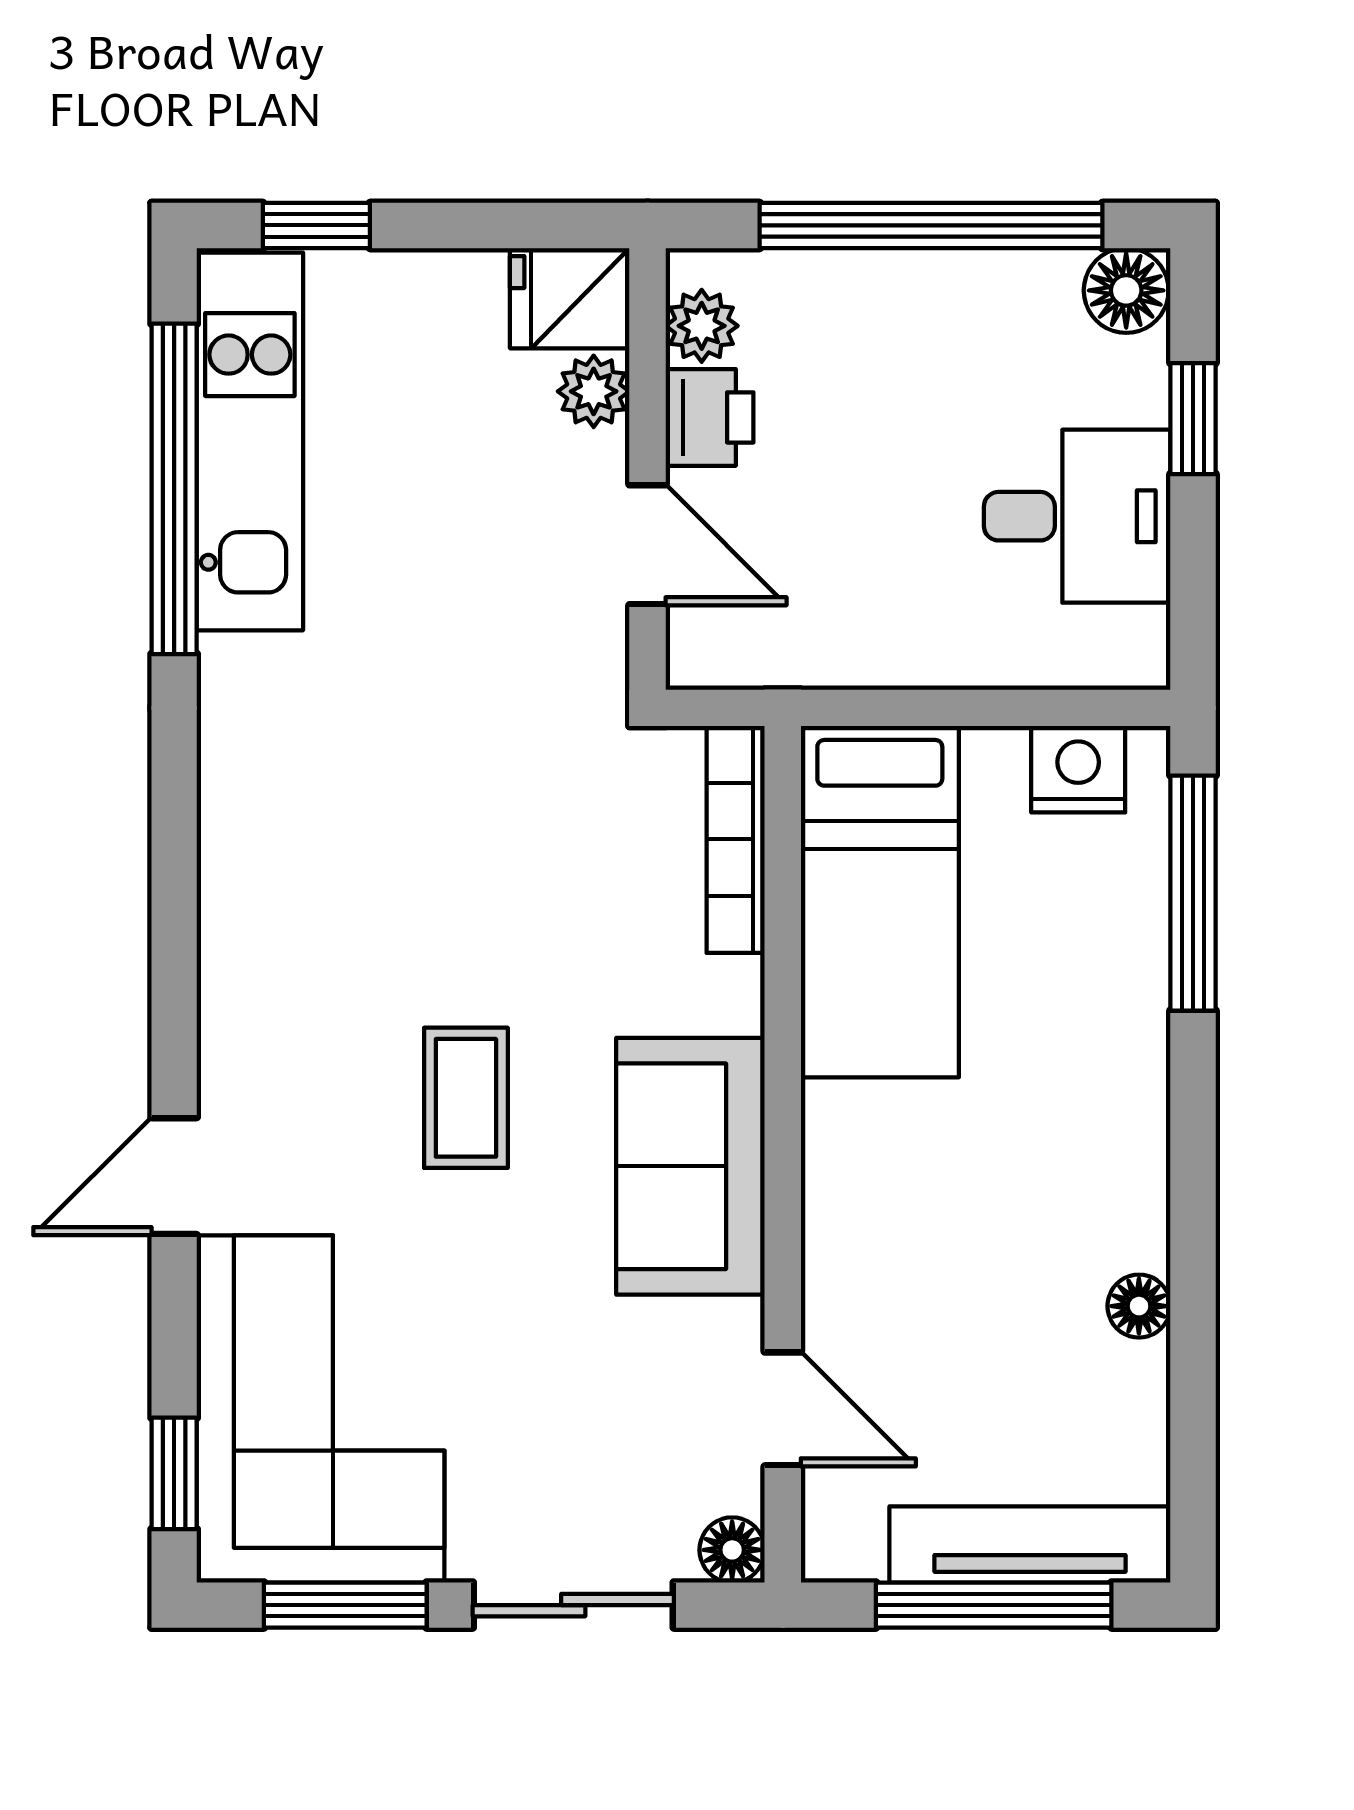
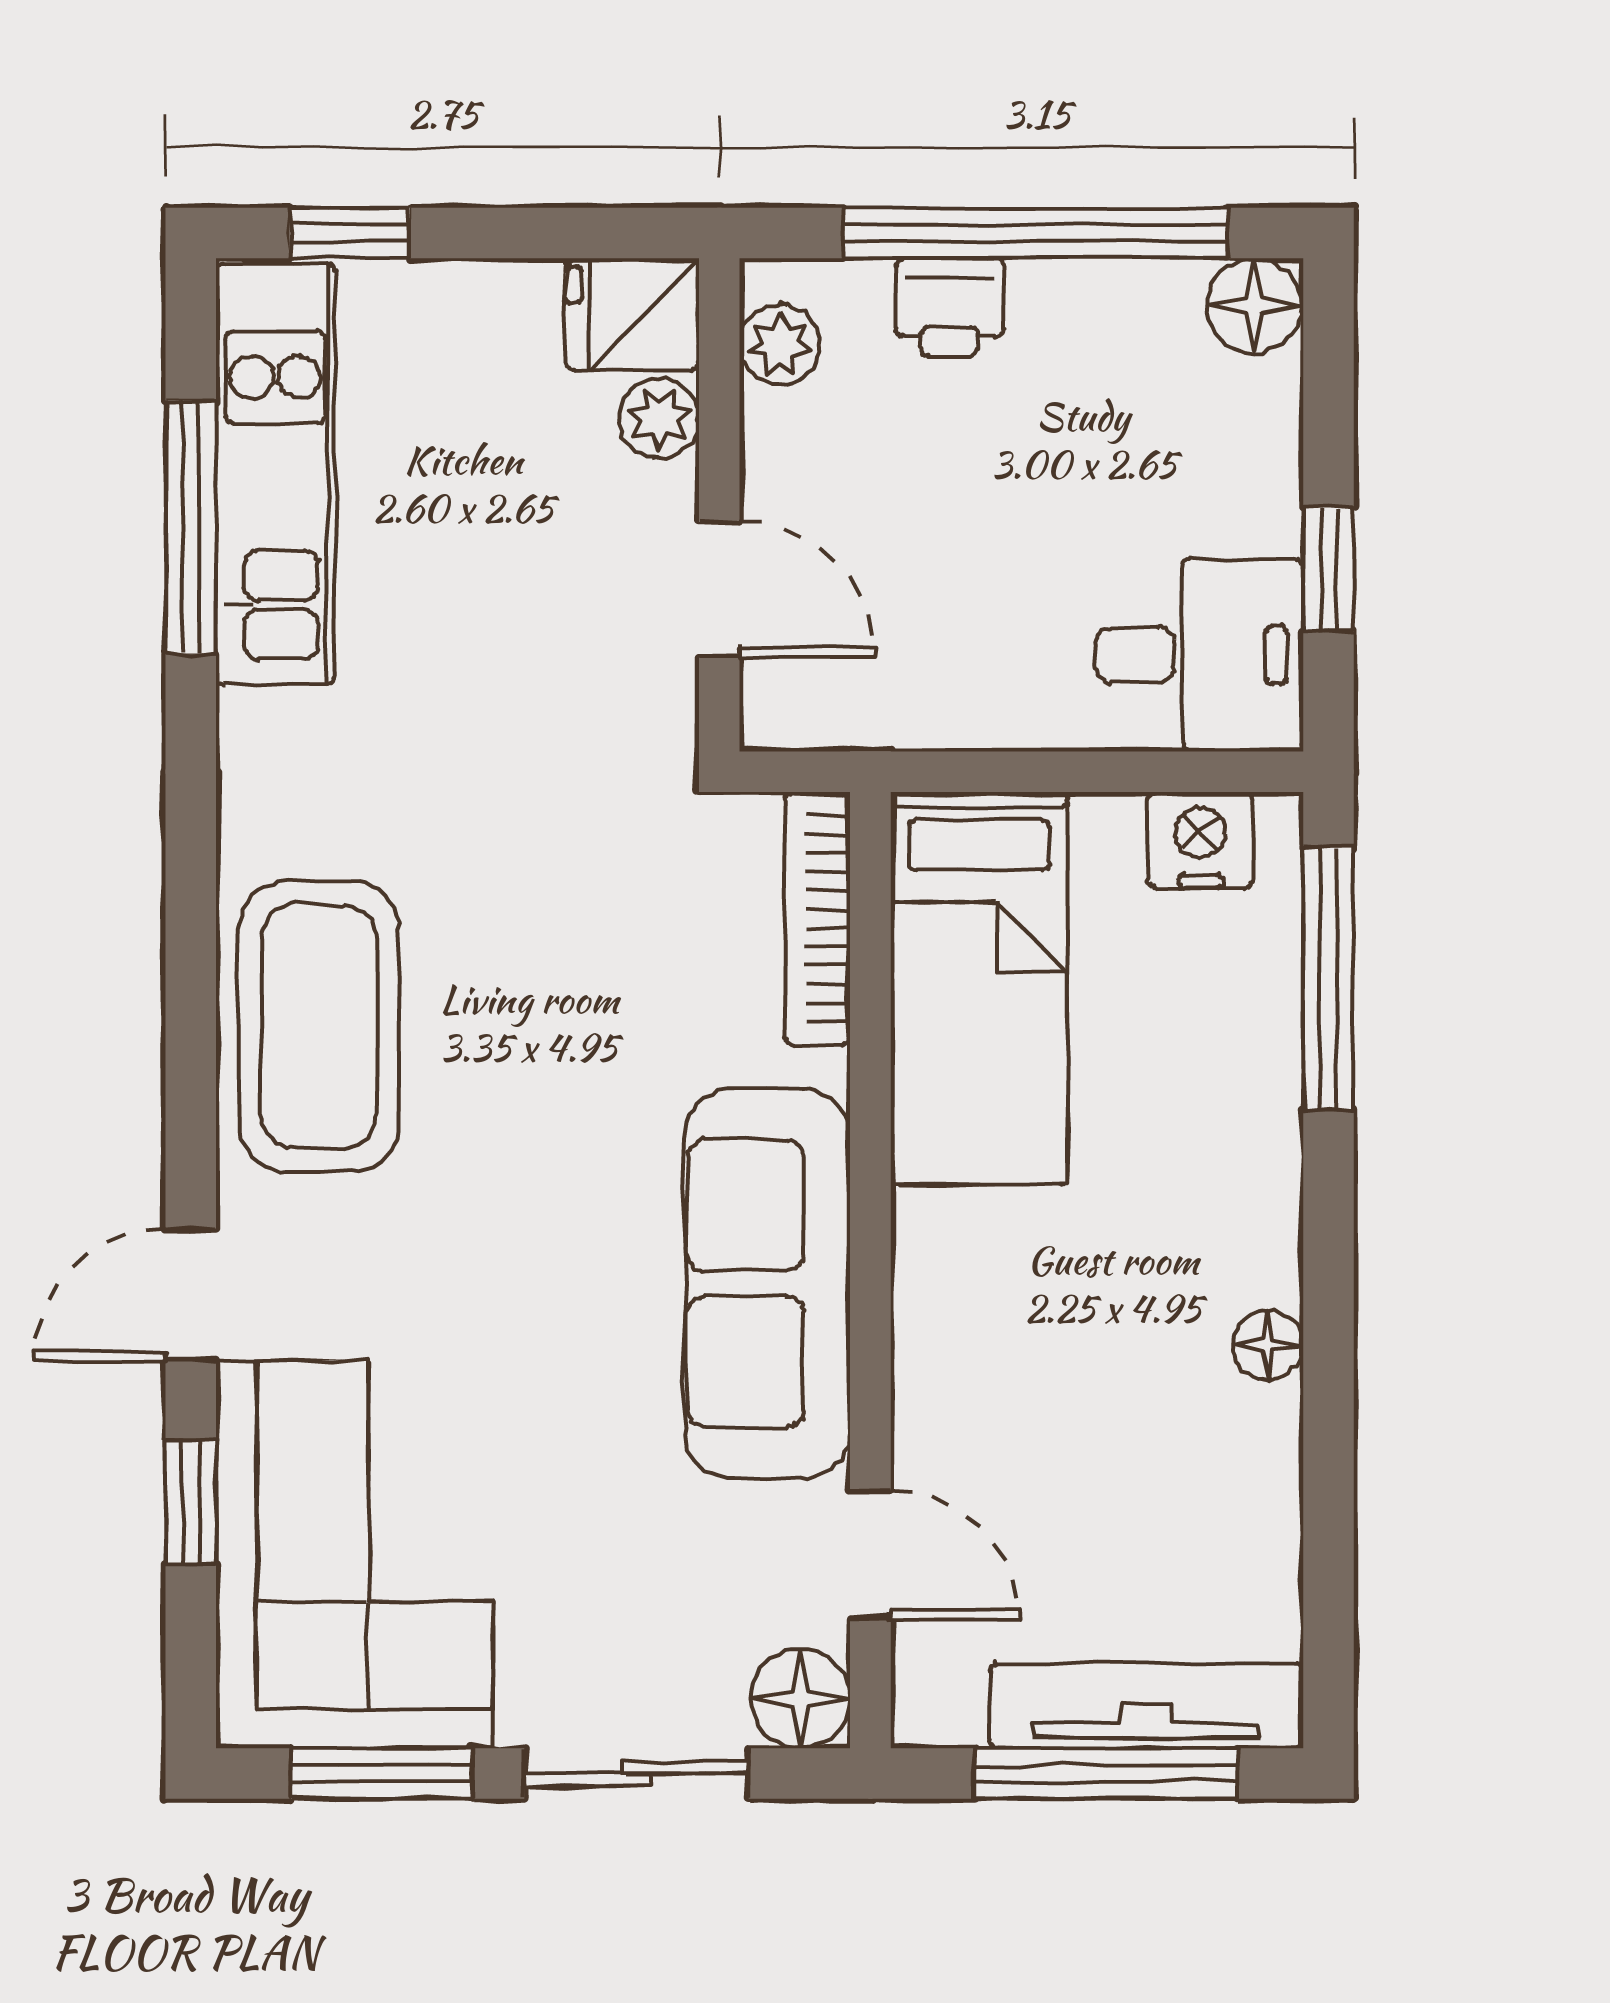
printer: (709, 417) -> (949, 307), moved, turned 90
window: (1193, 419) -> (1329, 569), moved
window: (174, 489) -> (191, 527), width x0.68
desk: (1077, 516) -> (1199, 655), moved
coffee table: (466, 1098) -> (319, 1027), moved, width x1.86, depth x1.72
sofa: (690, 1166) -> (767, 1284), width x1.36
floor lamp: (1139, 1306) -> (1268, 1345), moved
window: (174, 1473) -> (191, 1502), moved
floor lamp: (732, 1550) -> (800, 1698), width x1.37, depth x1.37

